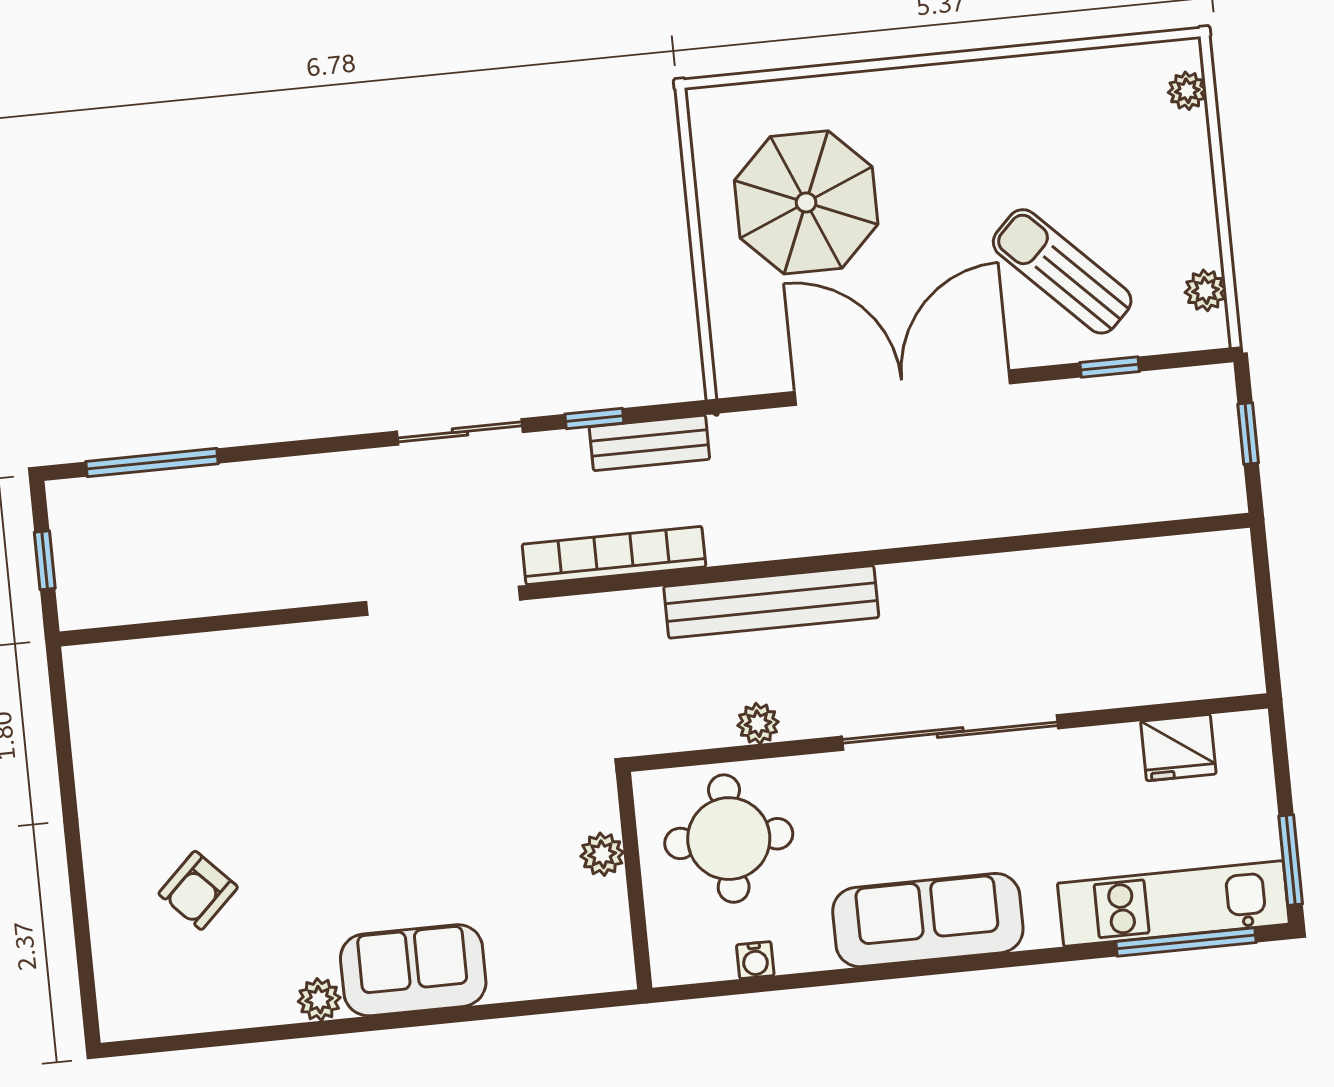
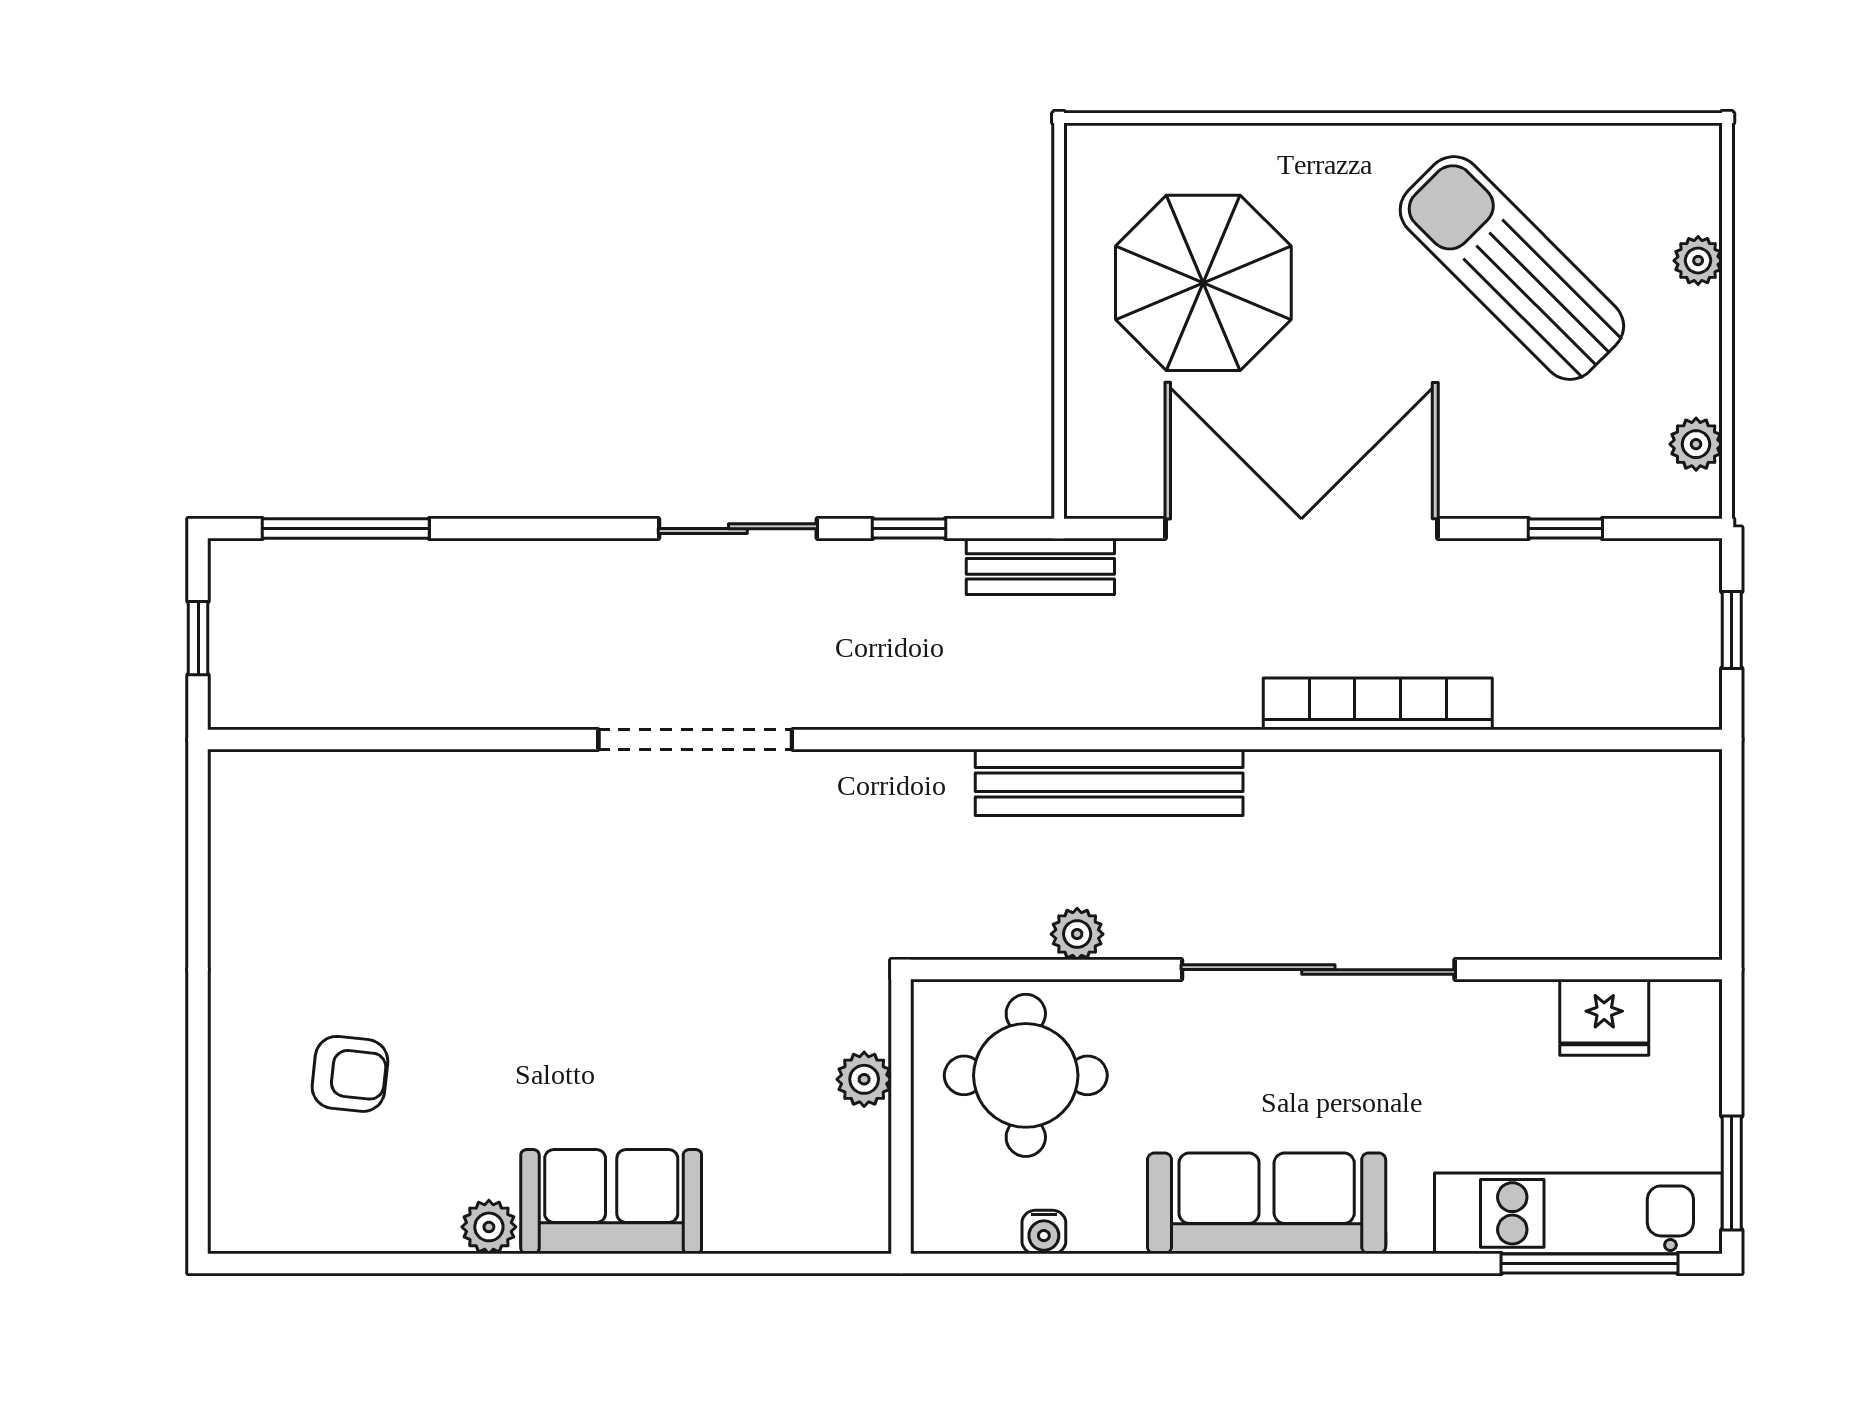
plant: (1187, 91) -> (1698, 261), moved
sun lounger: (1062, 271) -> (1512, 268), moved, width x1.36, depth x1.34
bench: (649, 443) -> (1040, 566), moved
bookcase: (614, 555) -> (1378, 704), moved
armchair: (198, 890) -> (350, 1074), turned -130

